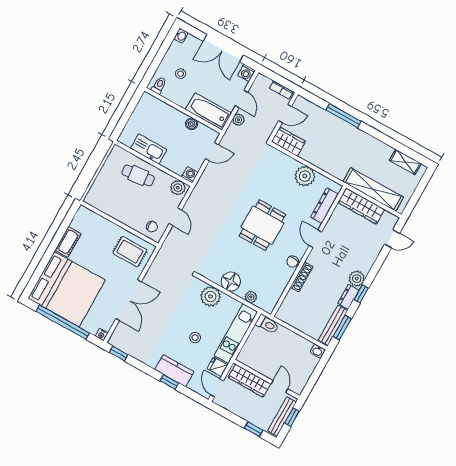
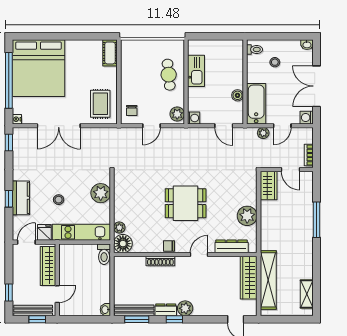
cot: (68, 242) -> (110, 53), moved, turned 90
floor lamp: (231, 281) -> (123, 244), moved

